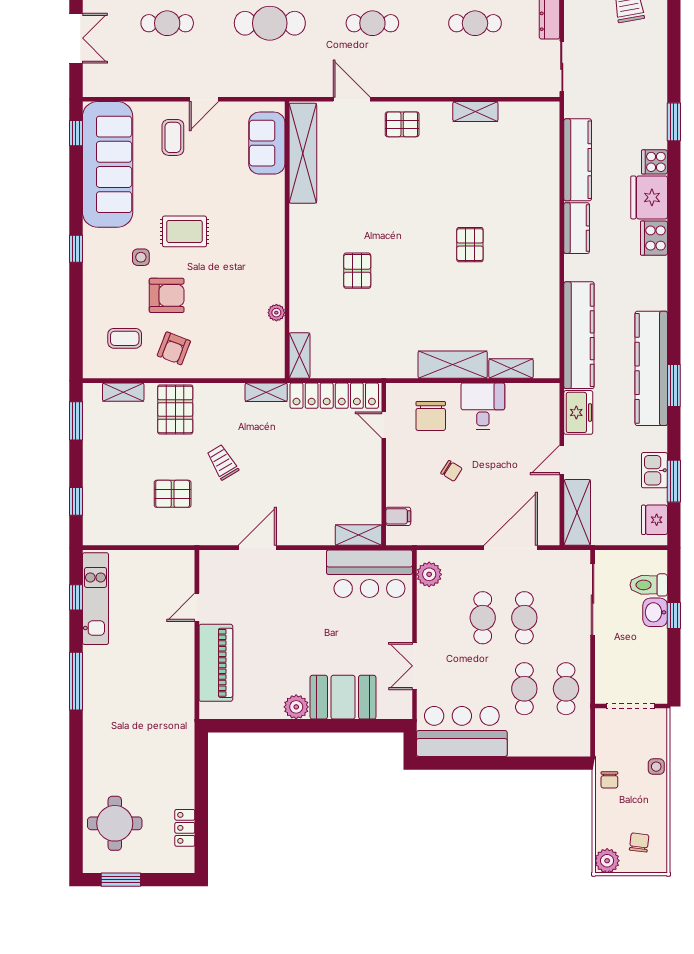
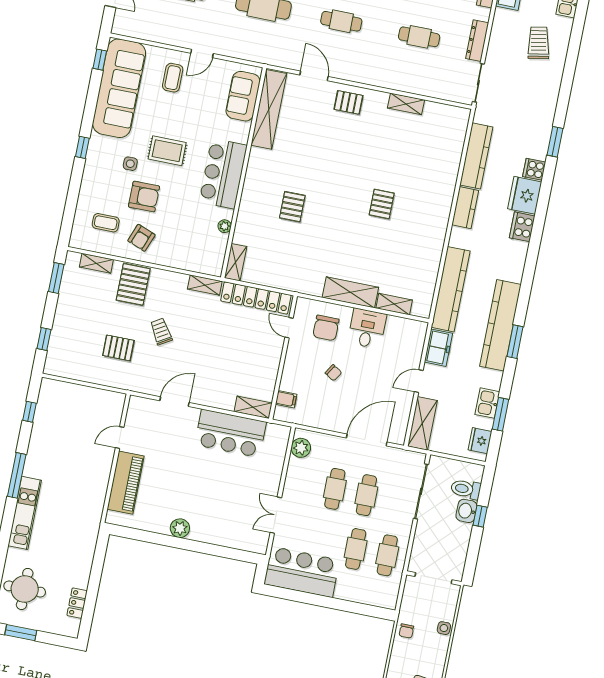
bar counter: (261, 246) -> (223, 174), added
bar counter: (369, 574) -> (230, 433), moved
kitchen unit: (96, 599) -> (25, 513), moved
booth: (343, 697) -> (217, 528), removed

